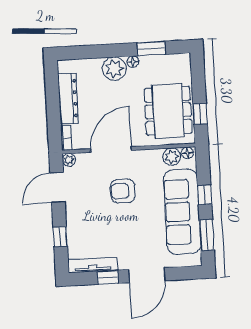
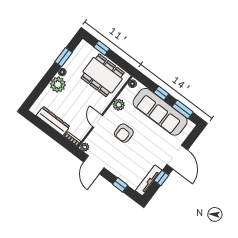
window: (200, 114) -> (102, 48), moved
door: (111, 150) -> (98, 121), width x0.53
plant: (172, 157) -> (119, 105), moved

